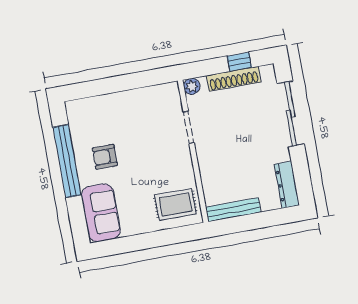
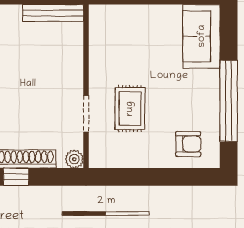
armchair: (105, 157) -> (188, 144), moved
rug: (175, 204) -> (130, 109), moved, turned 90

